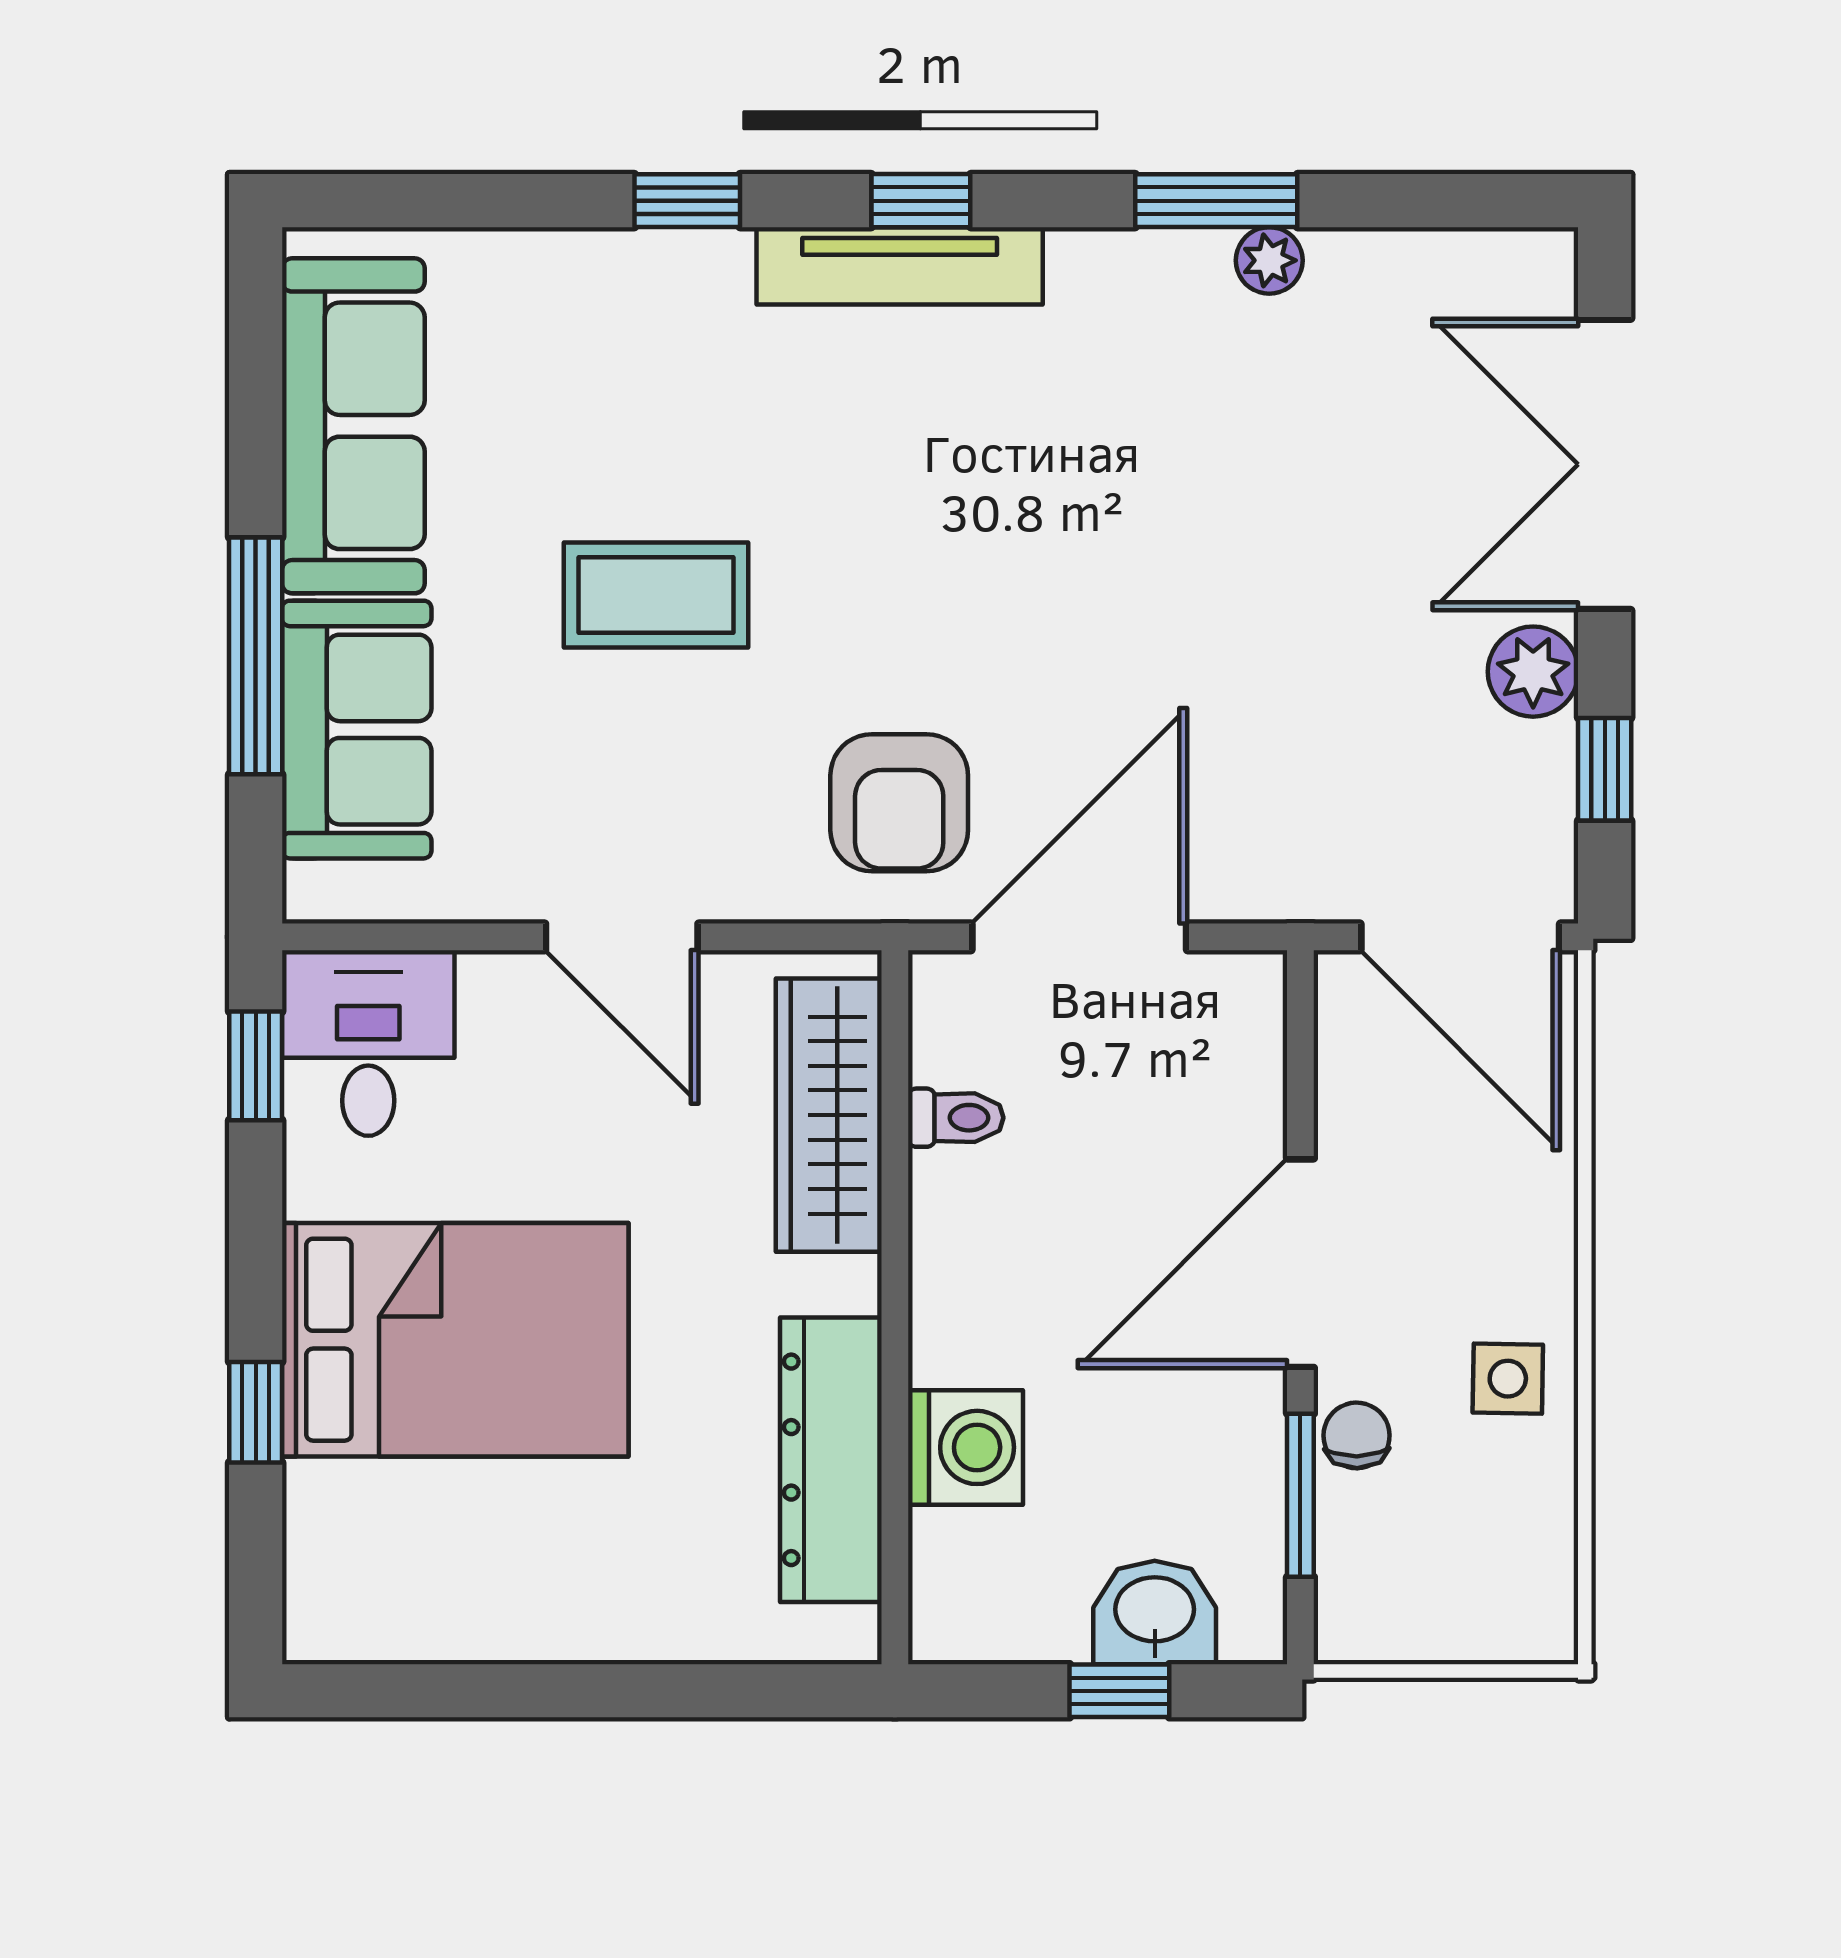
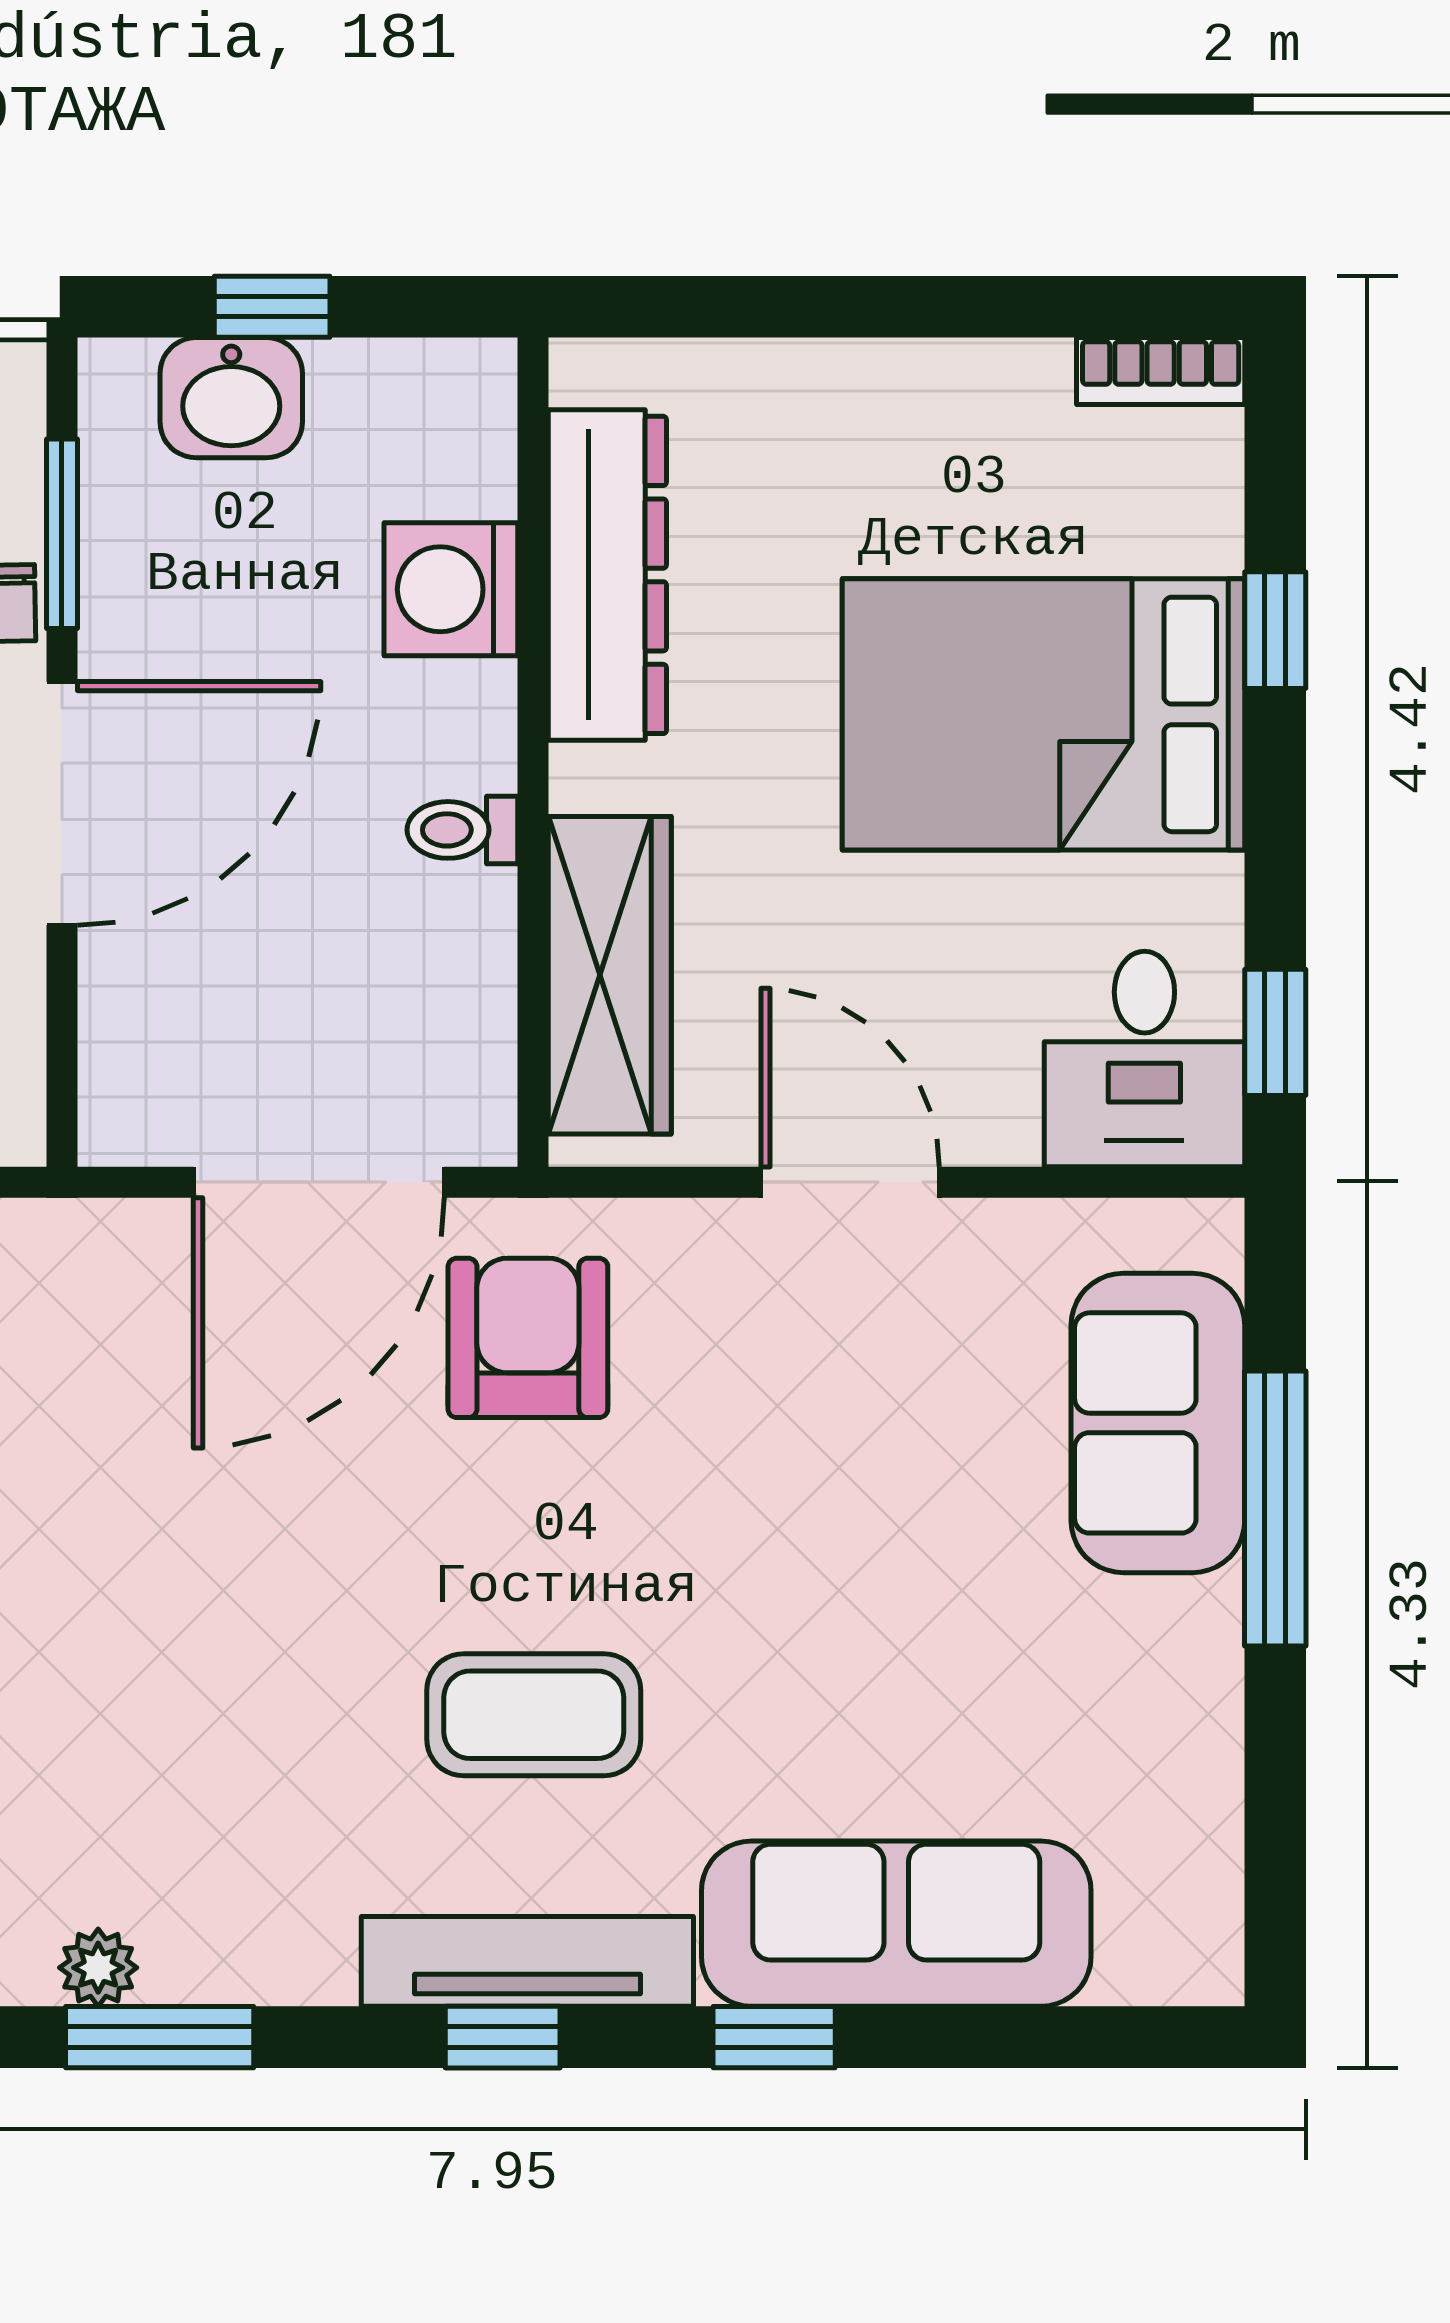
sofa: (353, 426) -> (896, 1924), moved, turned 90
coffee table: (656, 595) -> (534, 1715), moved
toilet: (956, 1118) -> (462, 830), moved
bookcase: (354, 1635) -> (1161, 371), added

